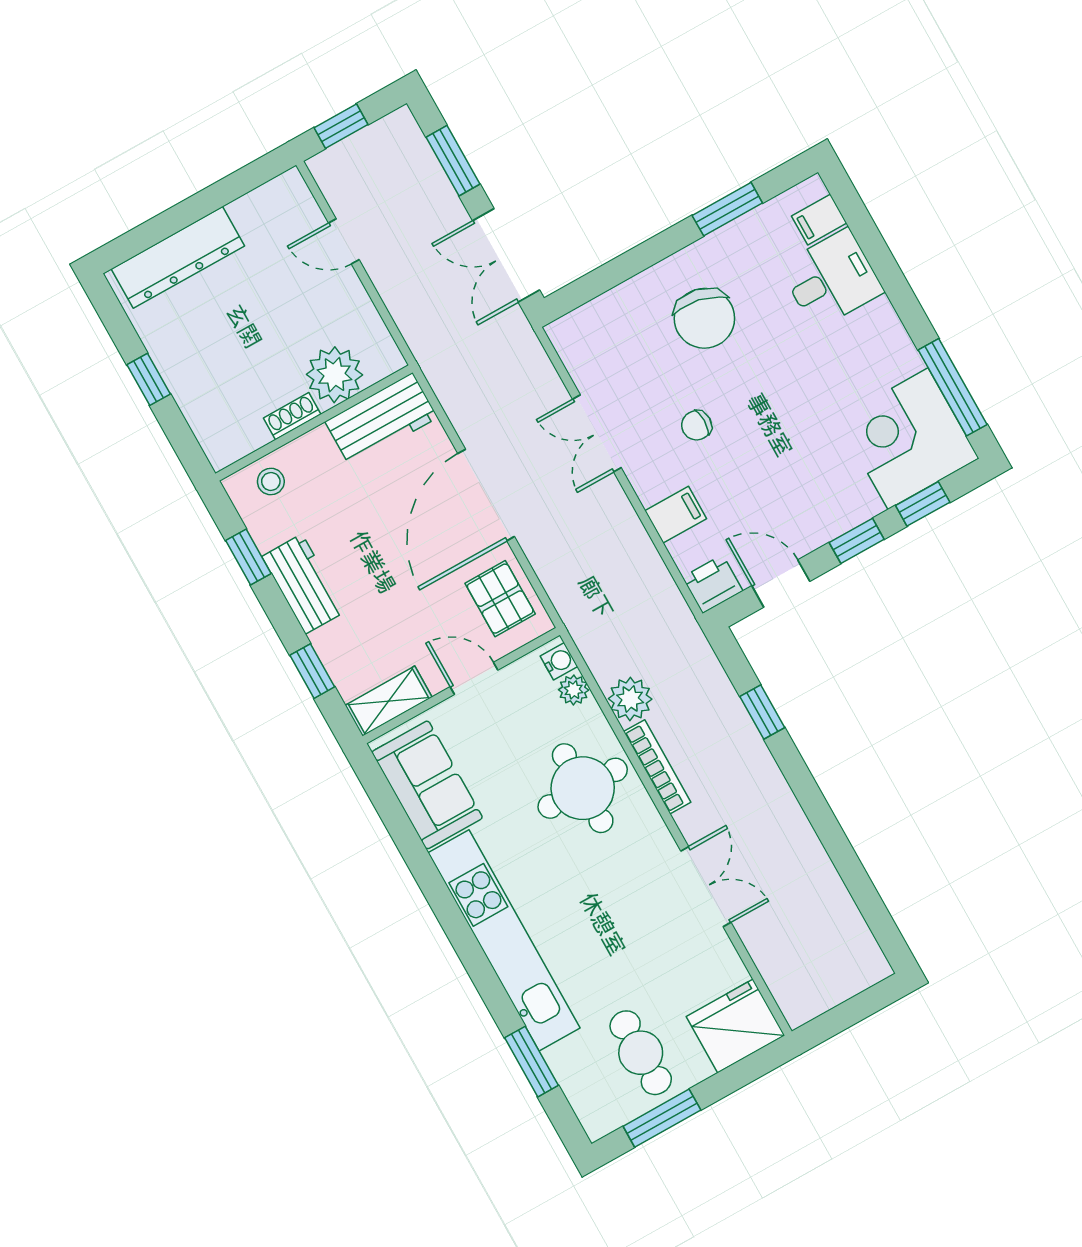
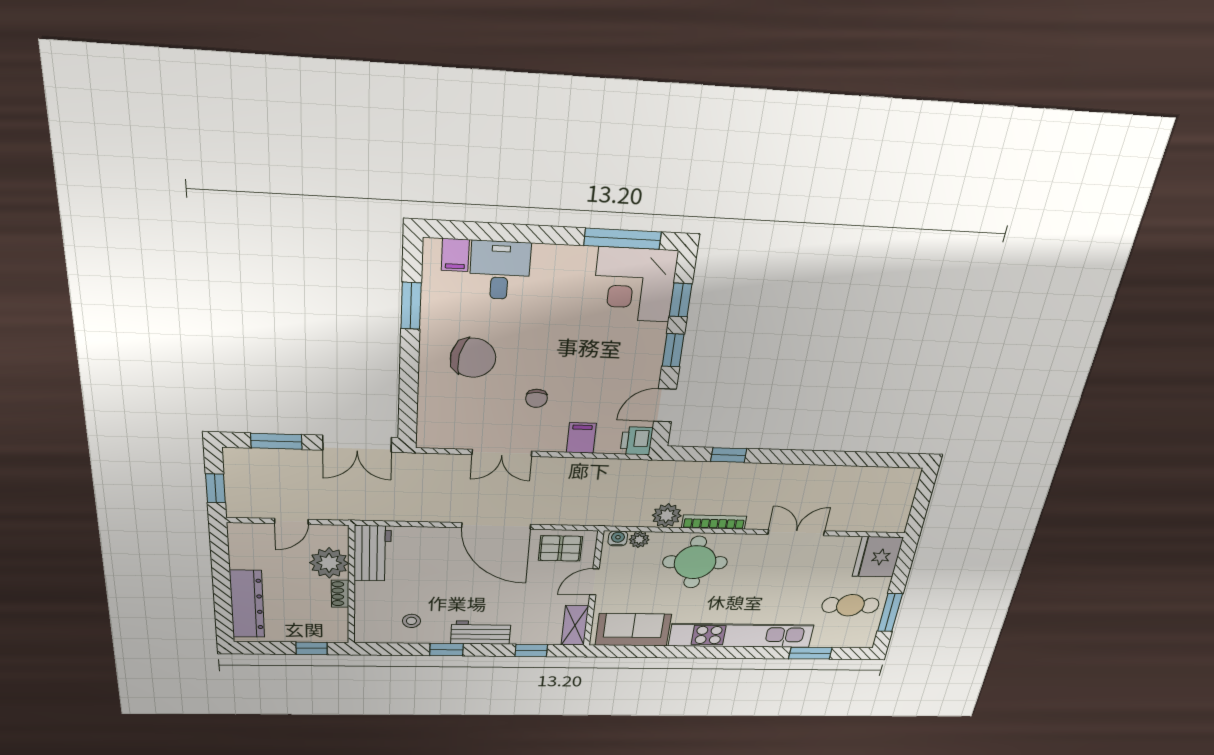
plant: (335, 375) -> (329, 563), moved
shoe rack: (292, 416) -> (340, 594), moved
workbench: (381, 420) -> (372, 553), moved
wall: (314, 423) -> (351, 586), moved

